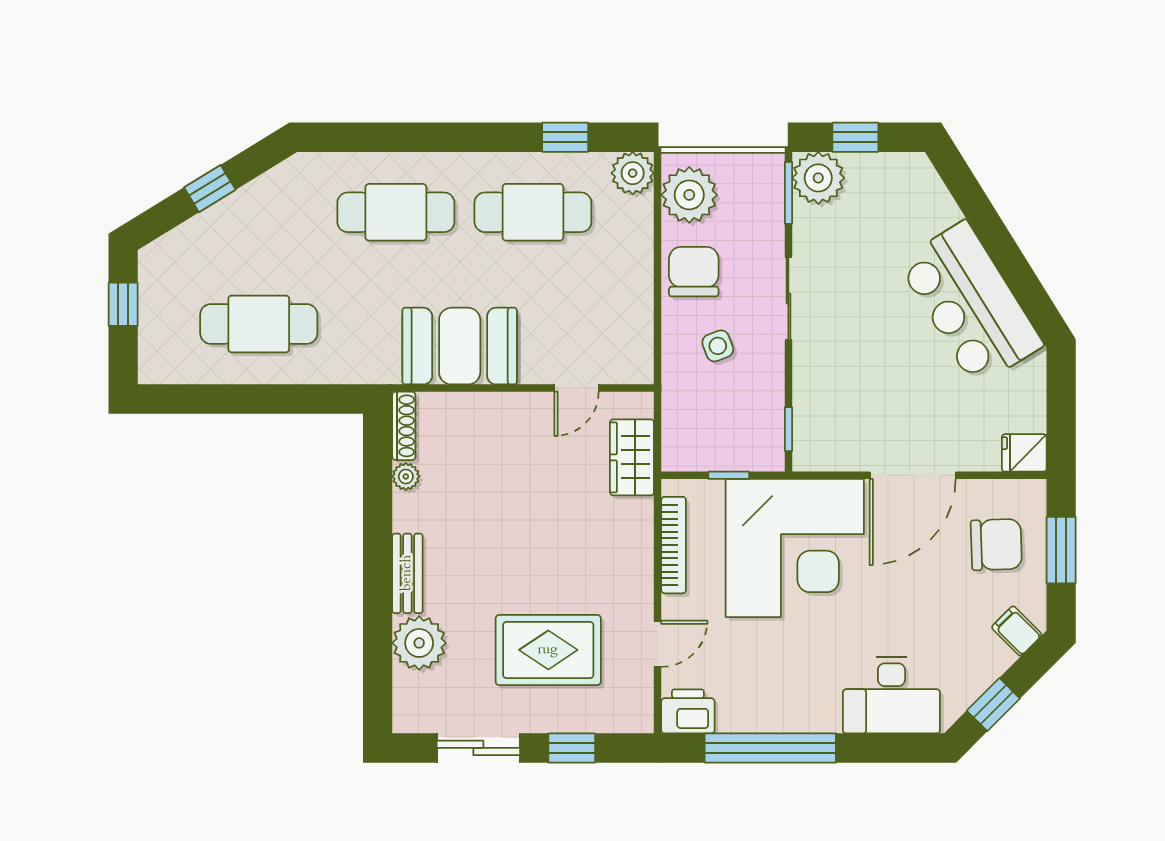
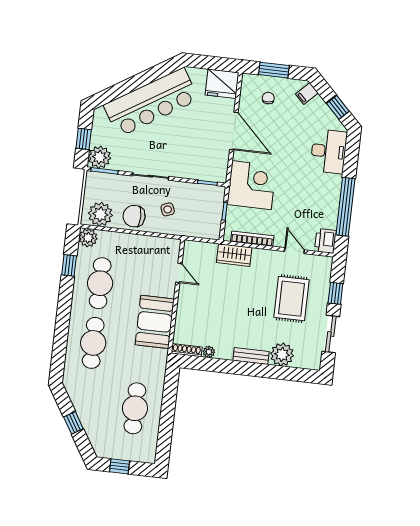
bar counter: (970, 304) -> (151, 102), width x1.36
fridge: (1024, 453) -> (222, 84), width x1.88, depth x1.34
wardrobe: (632, 457) -> (234, 255), moved
chair: (996, 545) -> (268, 98), width x0.54, depth x0.54
corner desk: (795, 548) -> (252, 185), width x0.74, depth x0.74

